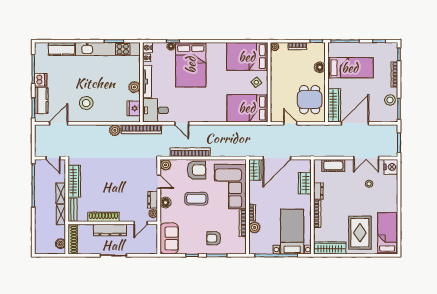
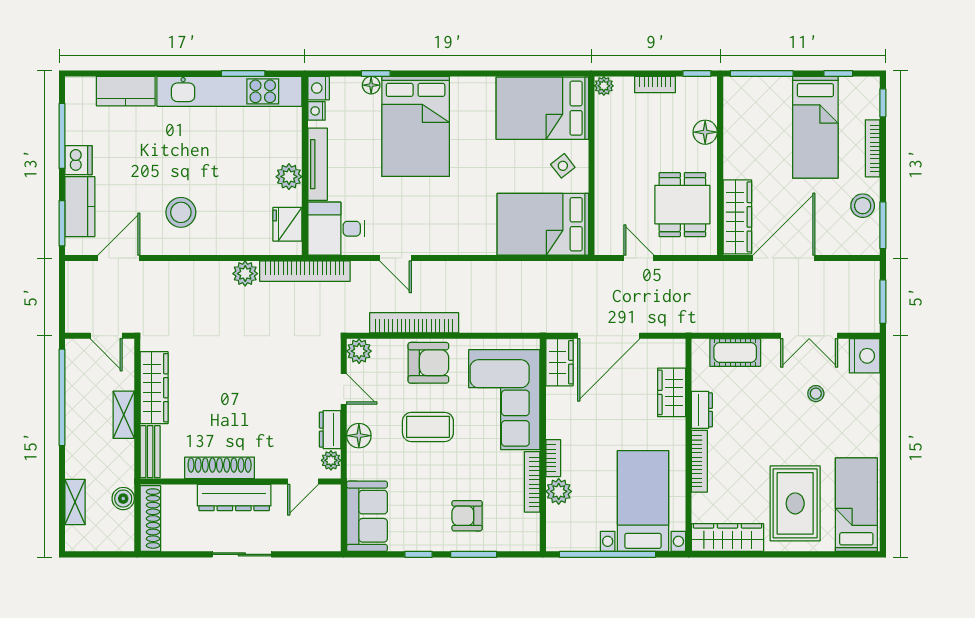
bed: (350, 68) -> (815, 127), moved, turned 90
shelving: (61, 215) -> (75, 502), moved
boiler: (60, 244) -> (123, 499), moved

